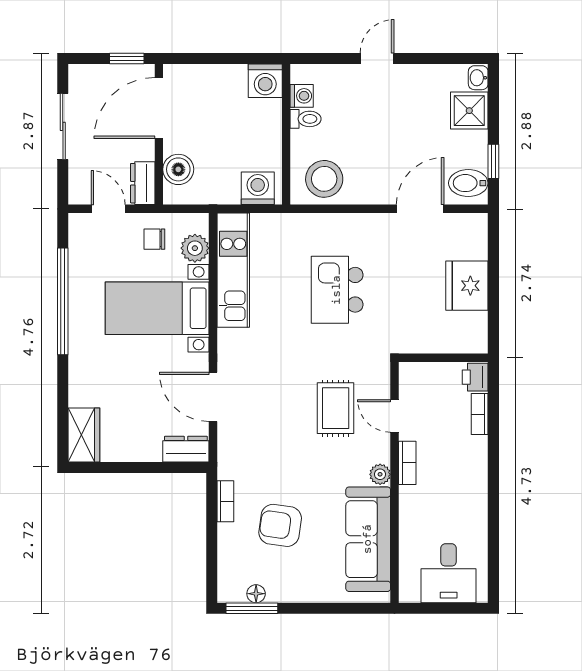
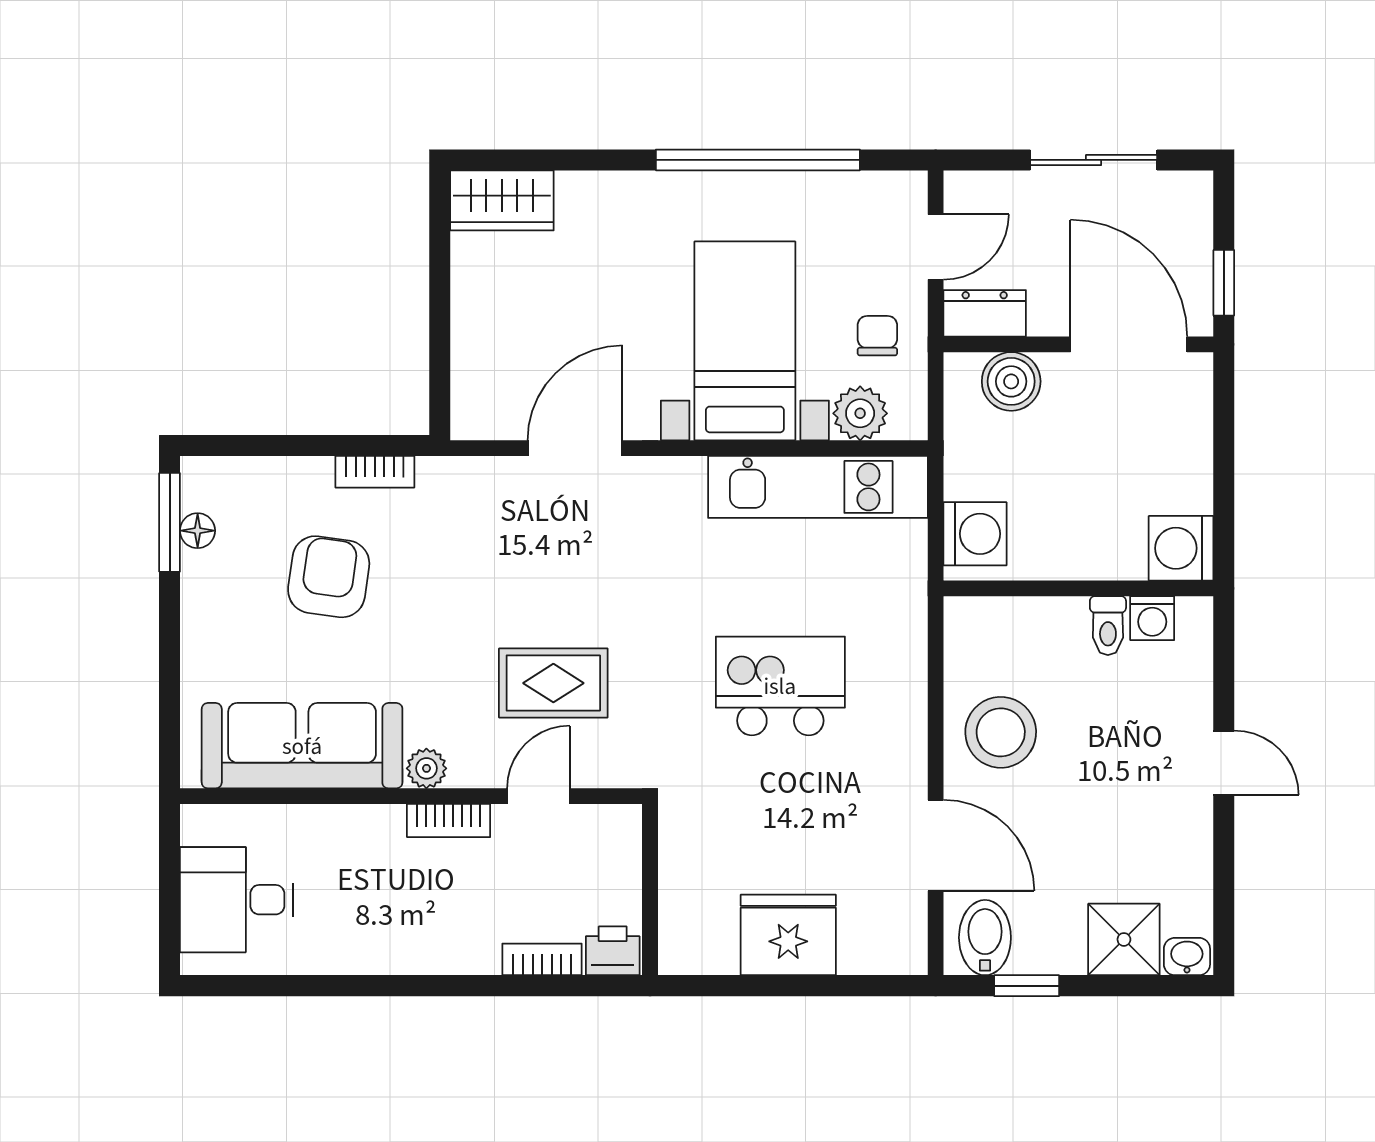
stool: (324, 179) -> (1001, 732), moved
dresser: (186, 449) -> (475, 396), removed

